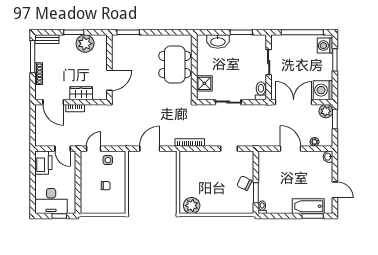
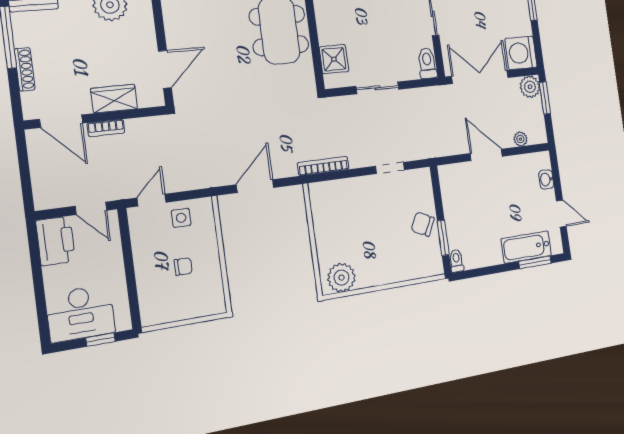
washbasin: (328, 157) -> (546, 179), moved

